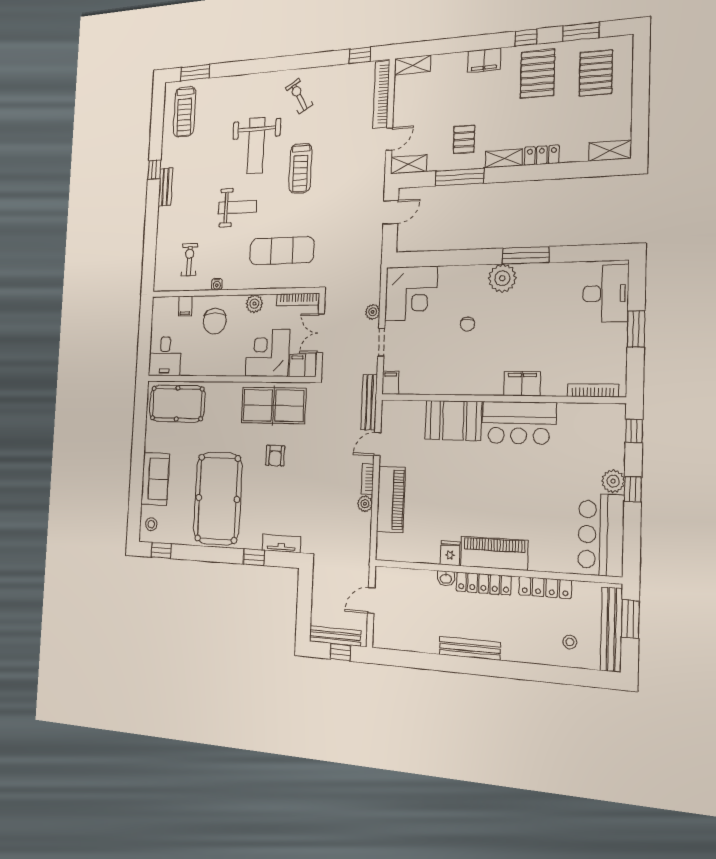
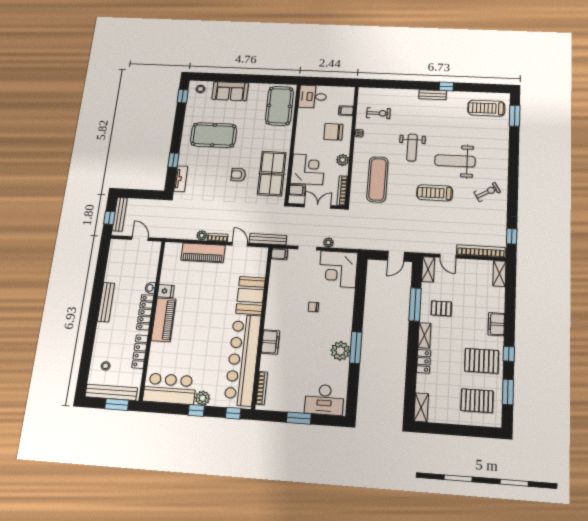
door: (391, 212) -> (396, 256), hinge flipped
plant: (502, 278) -> (340, 351), moved
bar counter: (519, 423) -> (243, 360), width x1.86
pool table: (218, 498) -> (214, 135), width x0.73, depth x0.76

